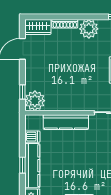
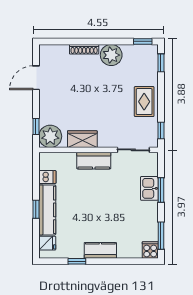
wardrobe: (38, 27) -> (82, 139), moved, turned 180
kitchen counter: (66, 122) -> (94, 161), width x0.67

